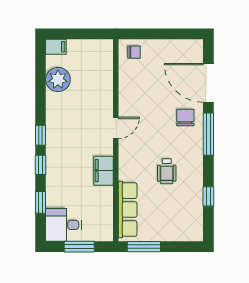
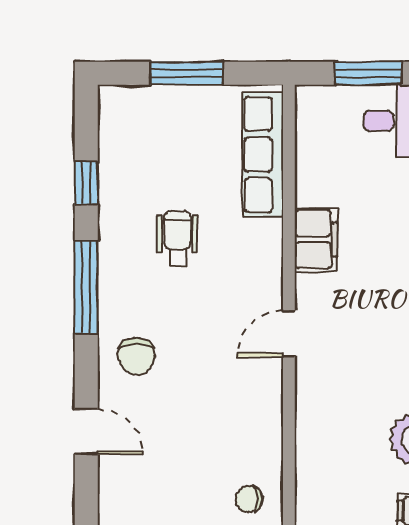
door: (208, 83) -> (86, 432), width x0.53
window: (208, 134) -> (86, 287), moved
window: (144, 247) -> (186, 73), moved

